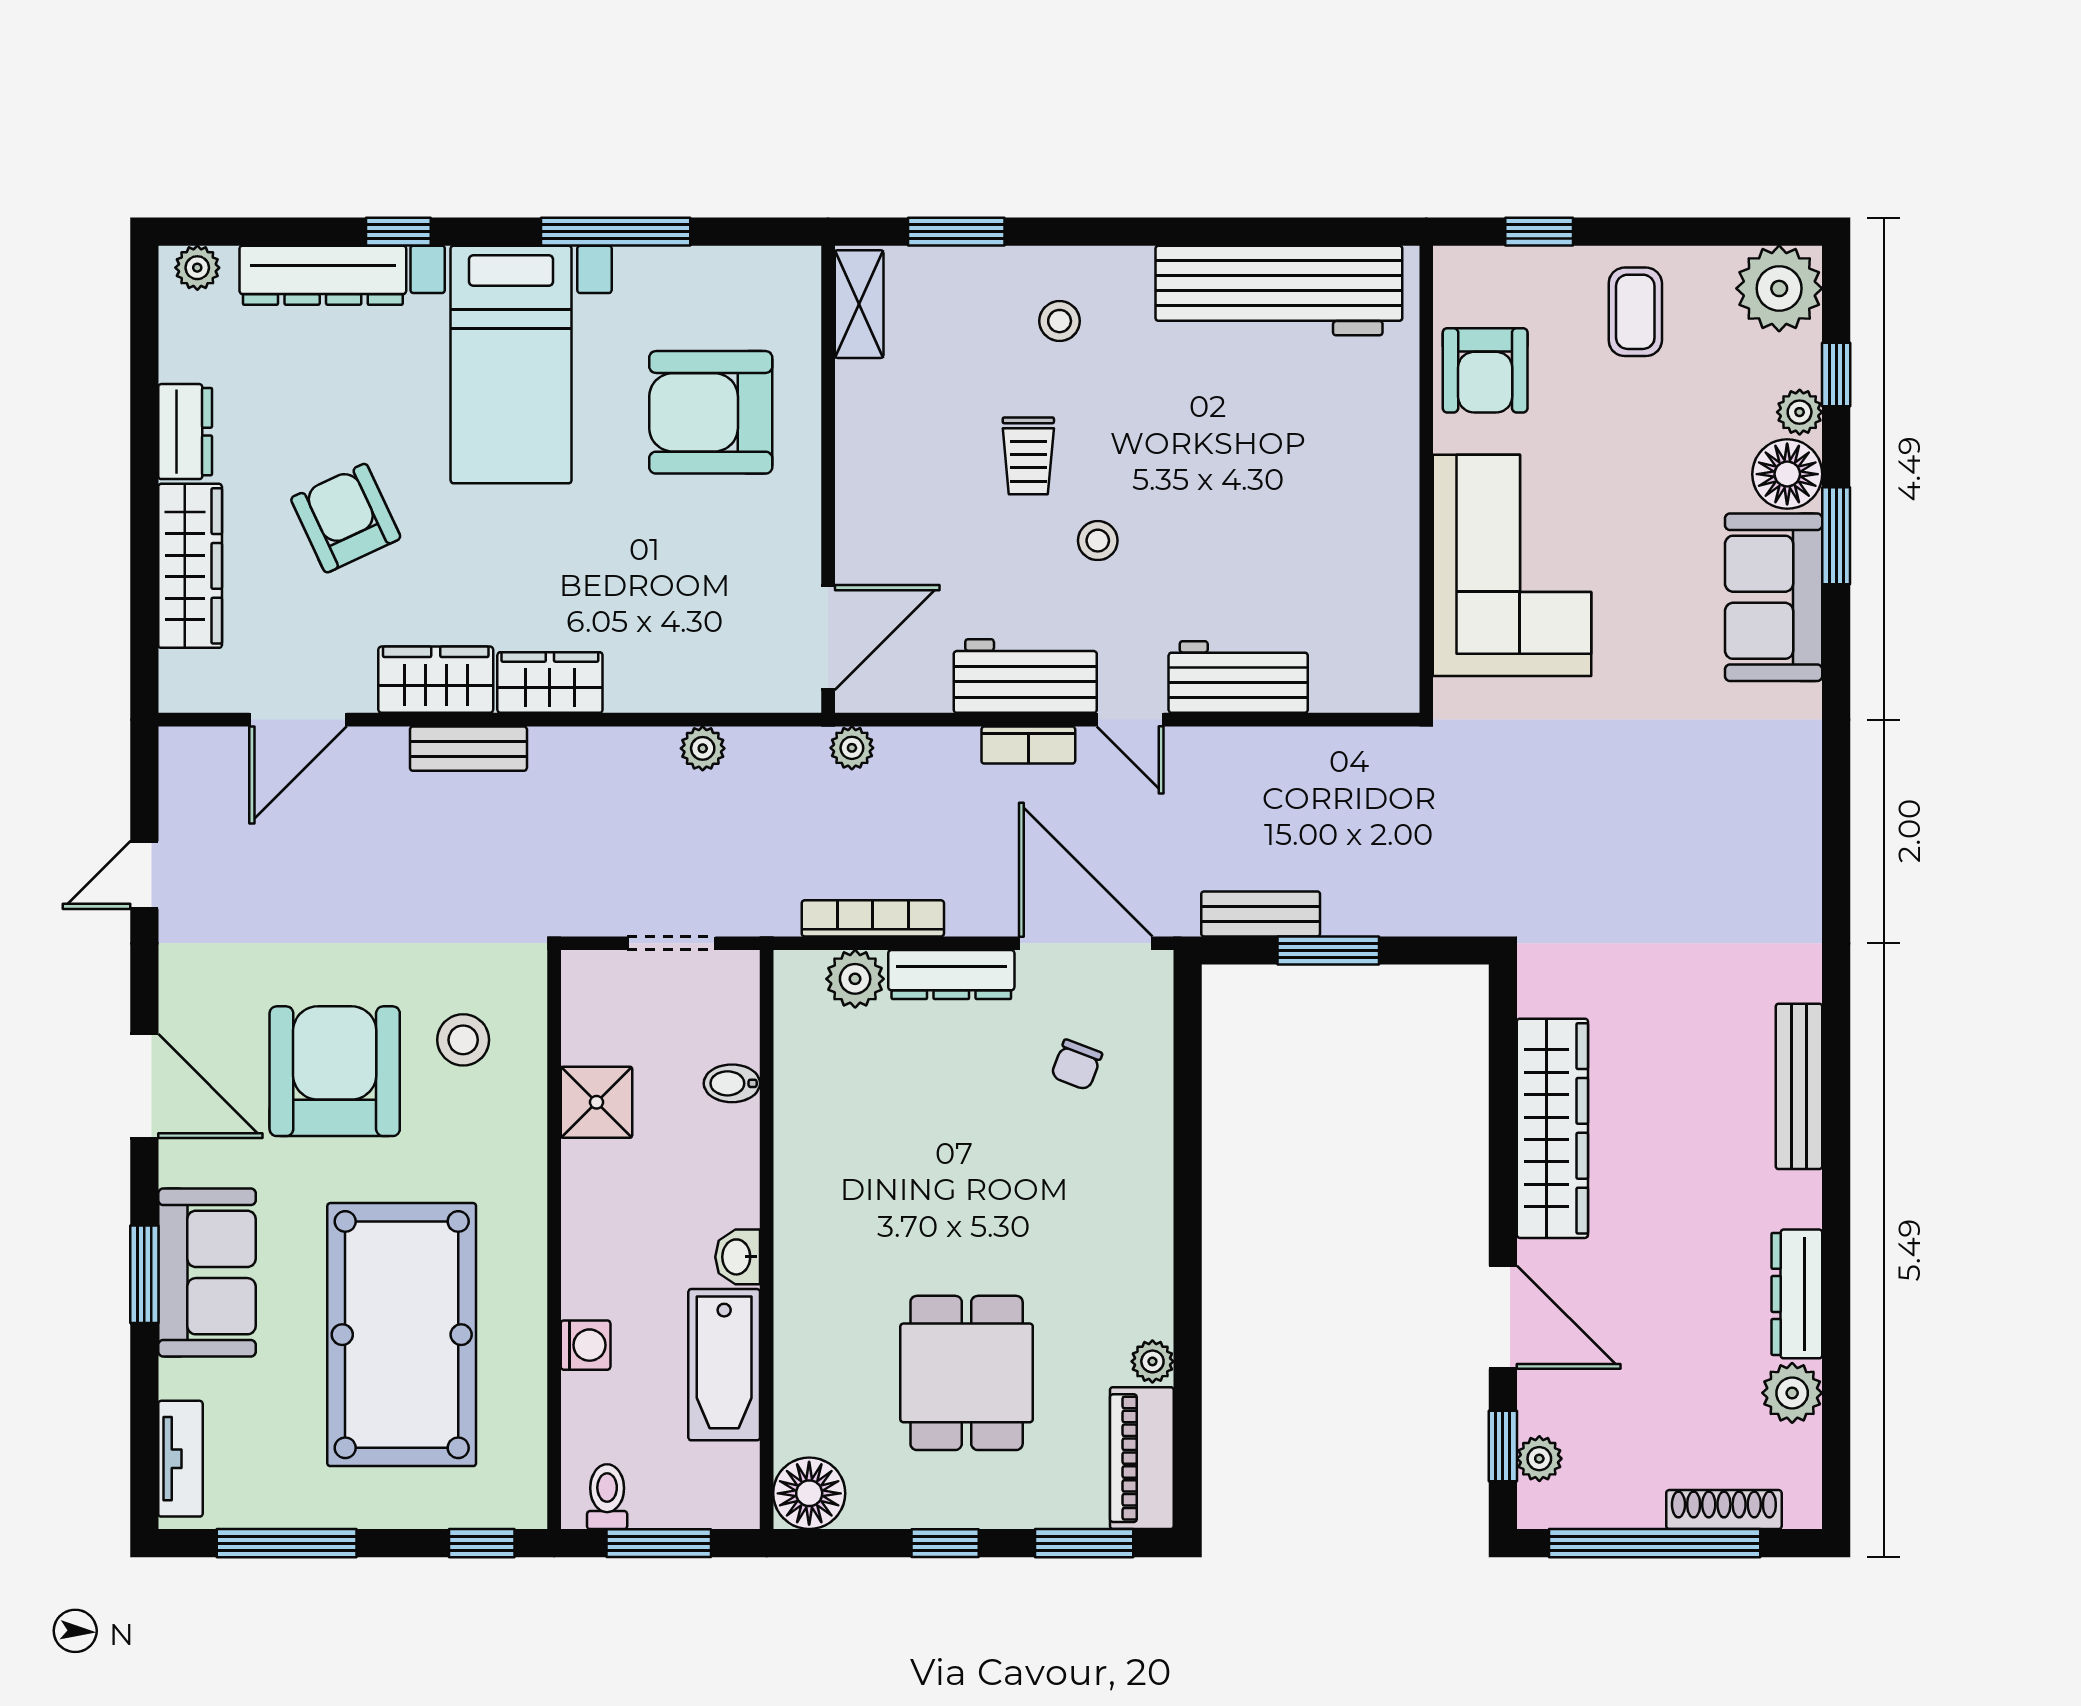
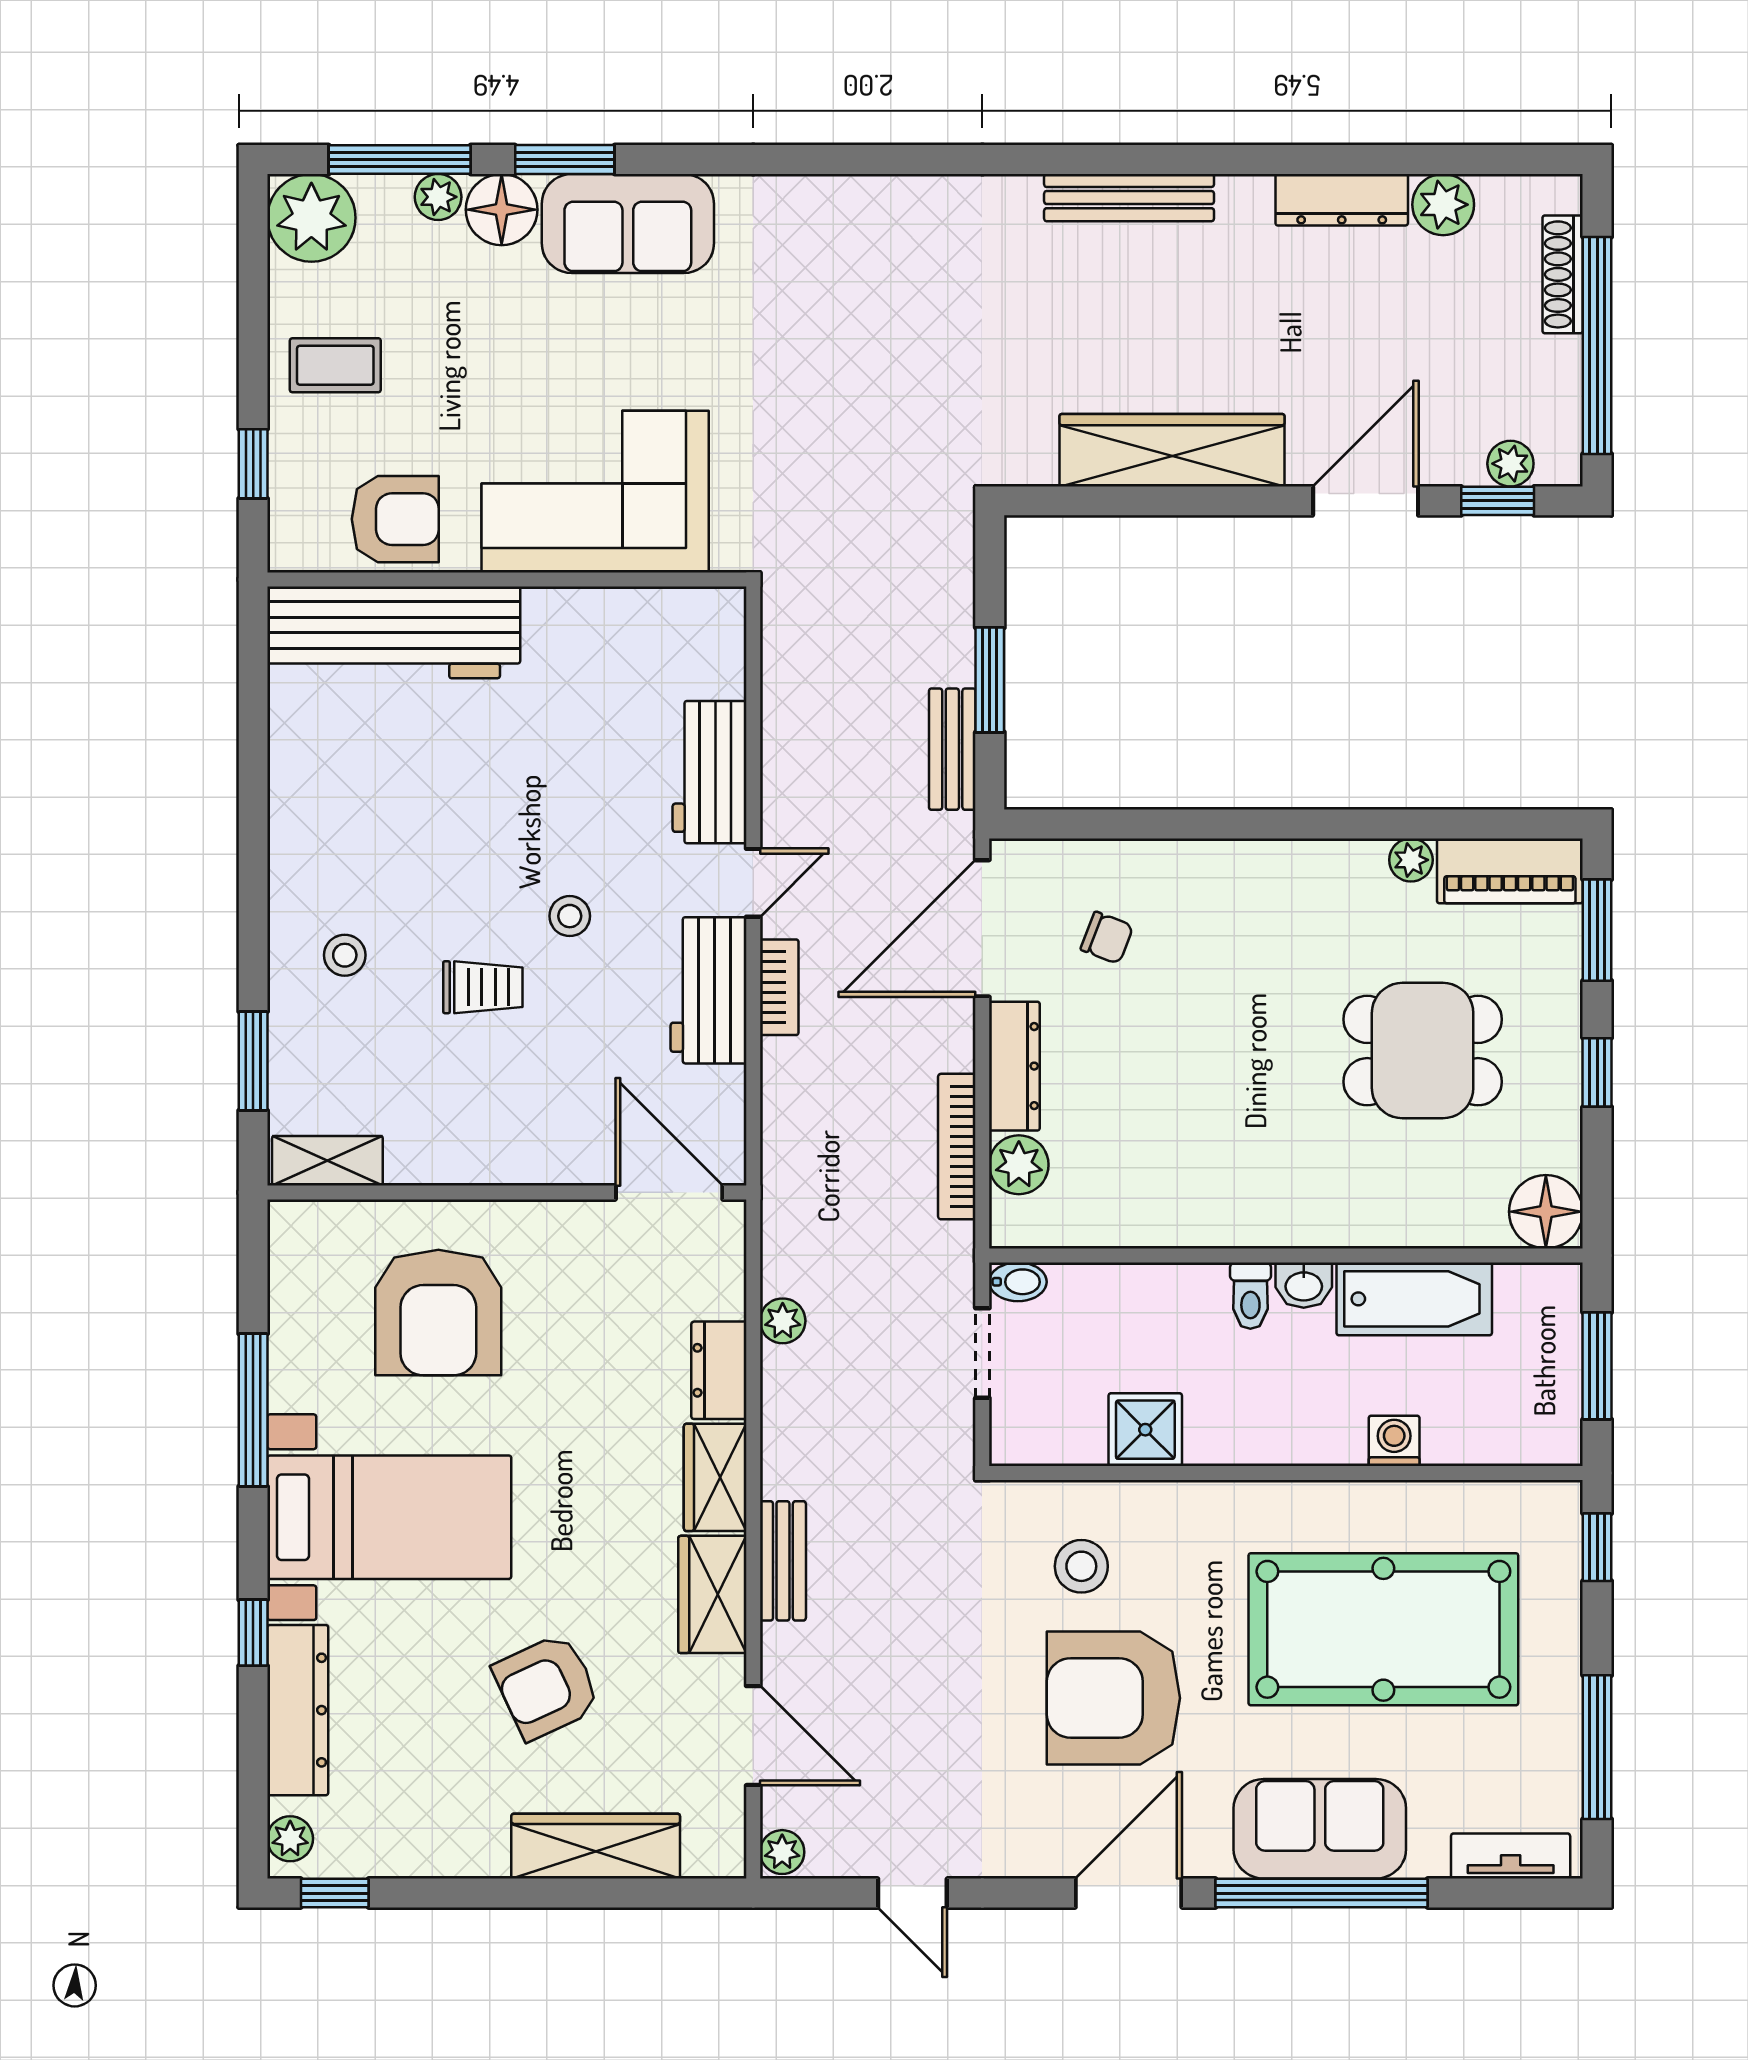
workbench: (1279, 290) -> (394, 632), moved, turned 90
window: (144, 311) -> (335, 1893), added
window: (1836, 375) -> (400, 159), width x2.17
dresser: (185, 432) -> (719, 1370), moved, turned -90
plant: (852, 748) -> (782, 1852), moved
bidet: (732, 1083) -> (1018, 1282), moved, turned -90
window: (144, 1274) -> (1321, 1893), width x2.11
toilet: (607, 1497) -> (1250, 1296), moved, turned -90

